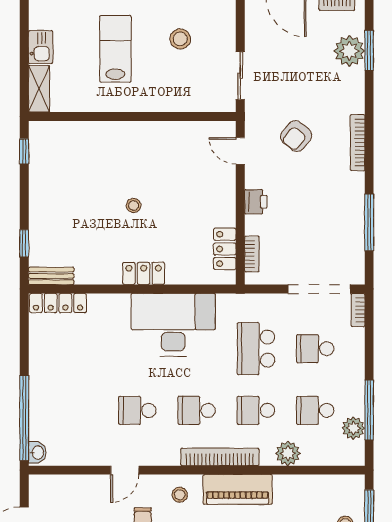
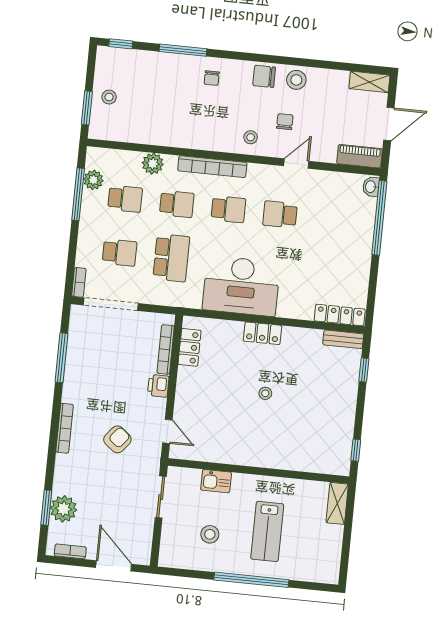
kitchen sink: (41, 47) -> (216, 481), moved, turned -90
bookcase: (252, 254) -> (166, 349), width x1.56
school desk: (137, 410) -> (280, 214), turned 180
piano: (238, 489) -> (360, 156), moved, width x0.73, depth x0.75

